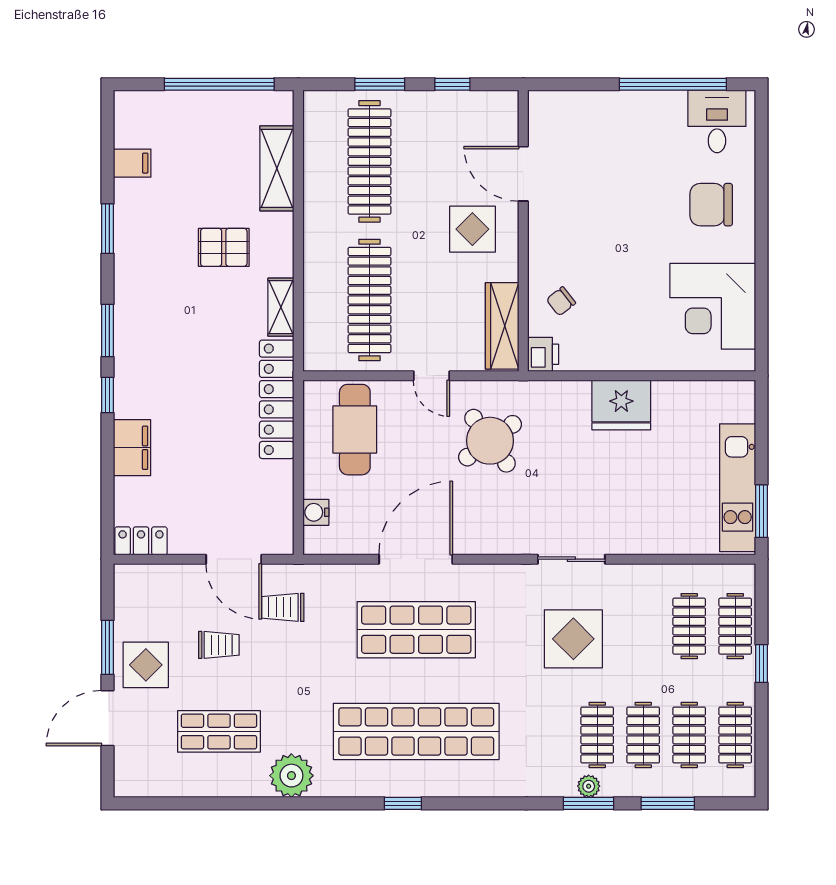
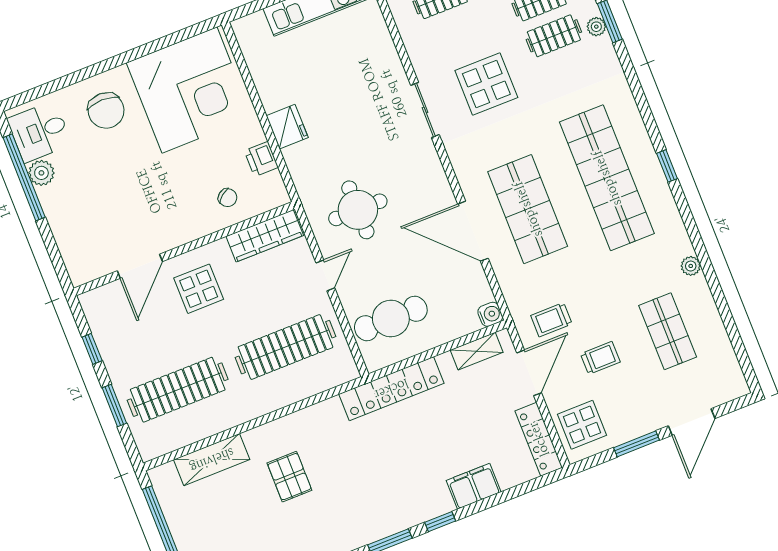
plant: (670, 105) -> (41, 173), added
corner desk: (713, 306) -> (189, 90), width x1.36, depth x1.36
shelving: (281, 307) -> (477, 351), moved
printer: (543, 354) -> (261, 159), moved, turned -90
fridge: (621, 405) -> (287, 127), width x0.73, depth x0.75
round table: (490, 441) -> (358, 210), turned 36
water cooler: (316, 512) -> (490, 314), moved, turned -90
locker: (141, 541) -> (539, 439), width x1.53
trolley: (283, 607) -> (551, 320), turned 90
trolley: (219, 645) -> (600, 358), turned 90
display table: (146, 665) -> (582, 425), moved
door: (107, 718) -> (692, 422), hinge flipped
plant: (291, 776) -> (691, 266), width x0.53, depth x0.53

